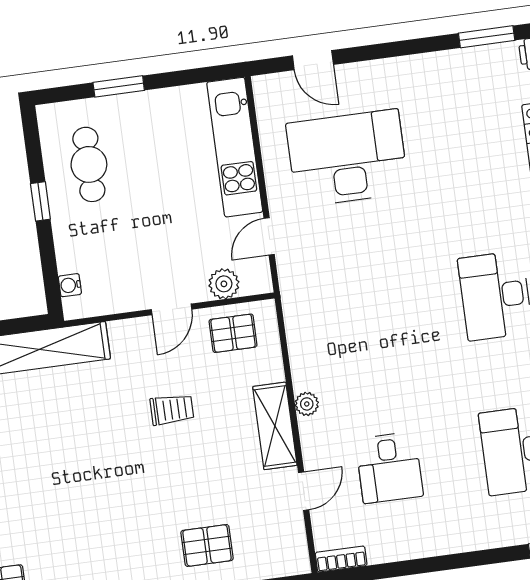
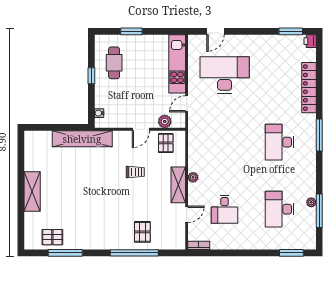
door: (313, 60) -> (215, 31), hinge flipped
pallet: (233, 333) -> (166, 143), turned 90
pallet: (207, 545) -> (142, 232), turned 90

